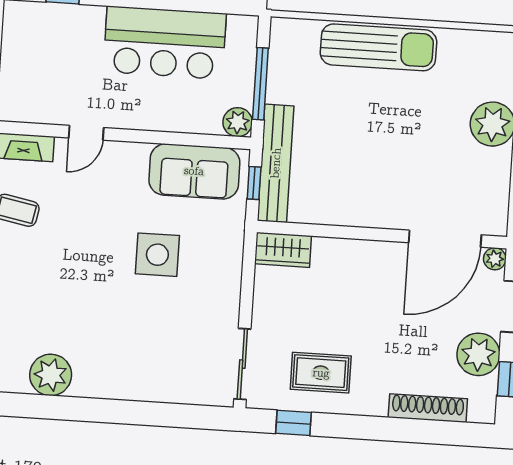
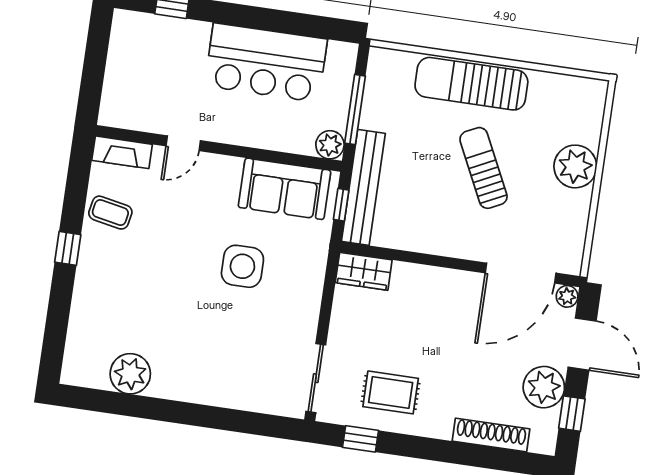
sun lounger: (379, 47) -> (471, 84), turned 180
sun lounger: (398, 133) -> (484, 168), added

